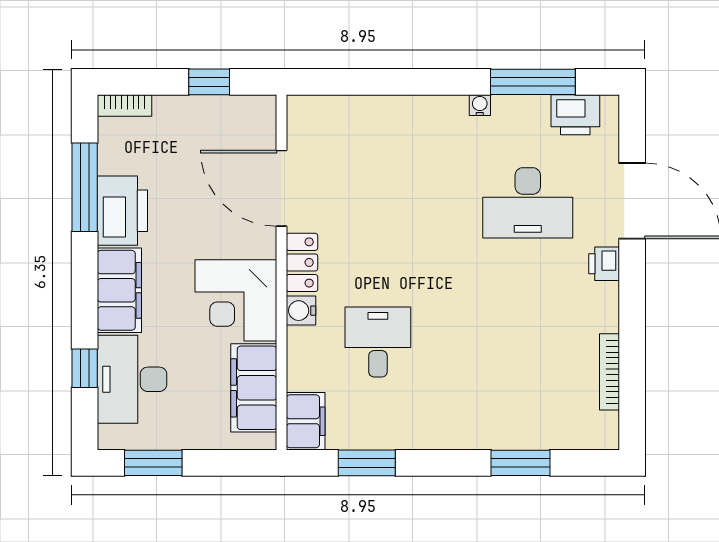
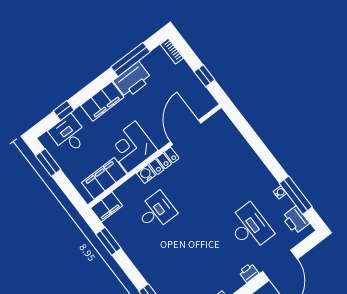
water cooler: (480, 105) -> (280, 192), moved
desk: (528, 203) -> (250, 227), turned 180
desk: (132, 379) -> (69, 134), width x0.73

